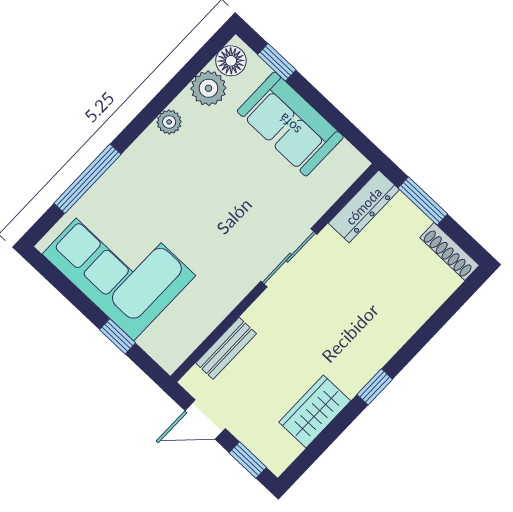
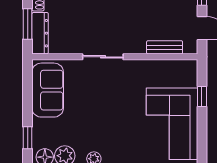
sofa: (290, 124) -> (48, 90), moved
dresser: (364, 206) -> (40, 33), moved, turned 90

